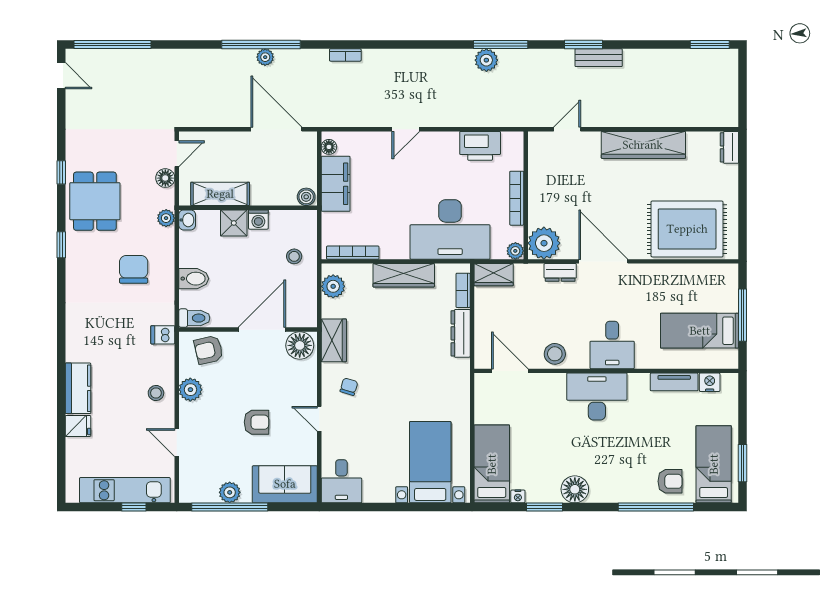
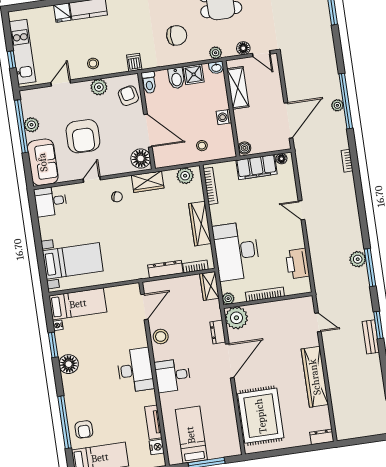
shower: (234, 223) -> (194, 74), moved
armchair: (256, 422) -> (83, 136), width x1.88, depth x1.88

